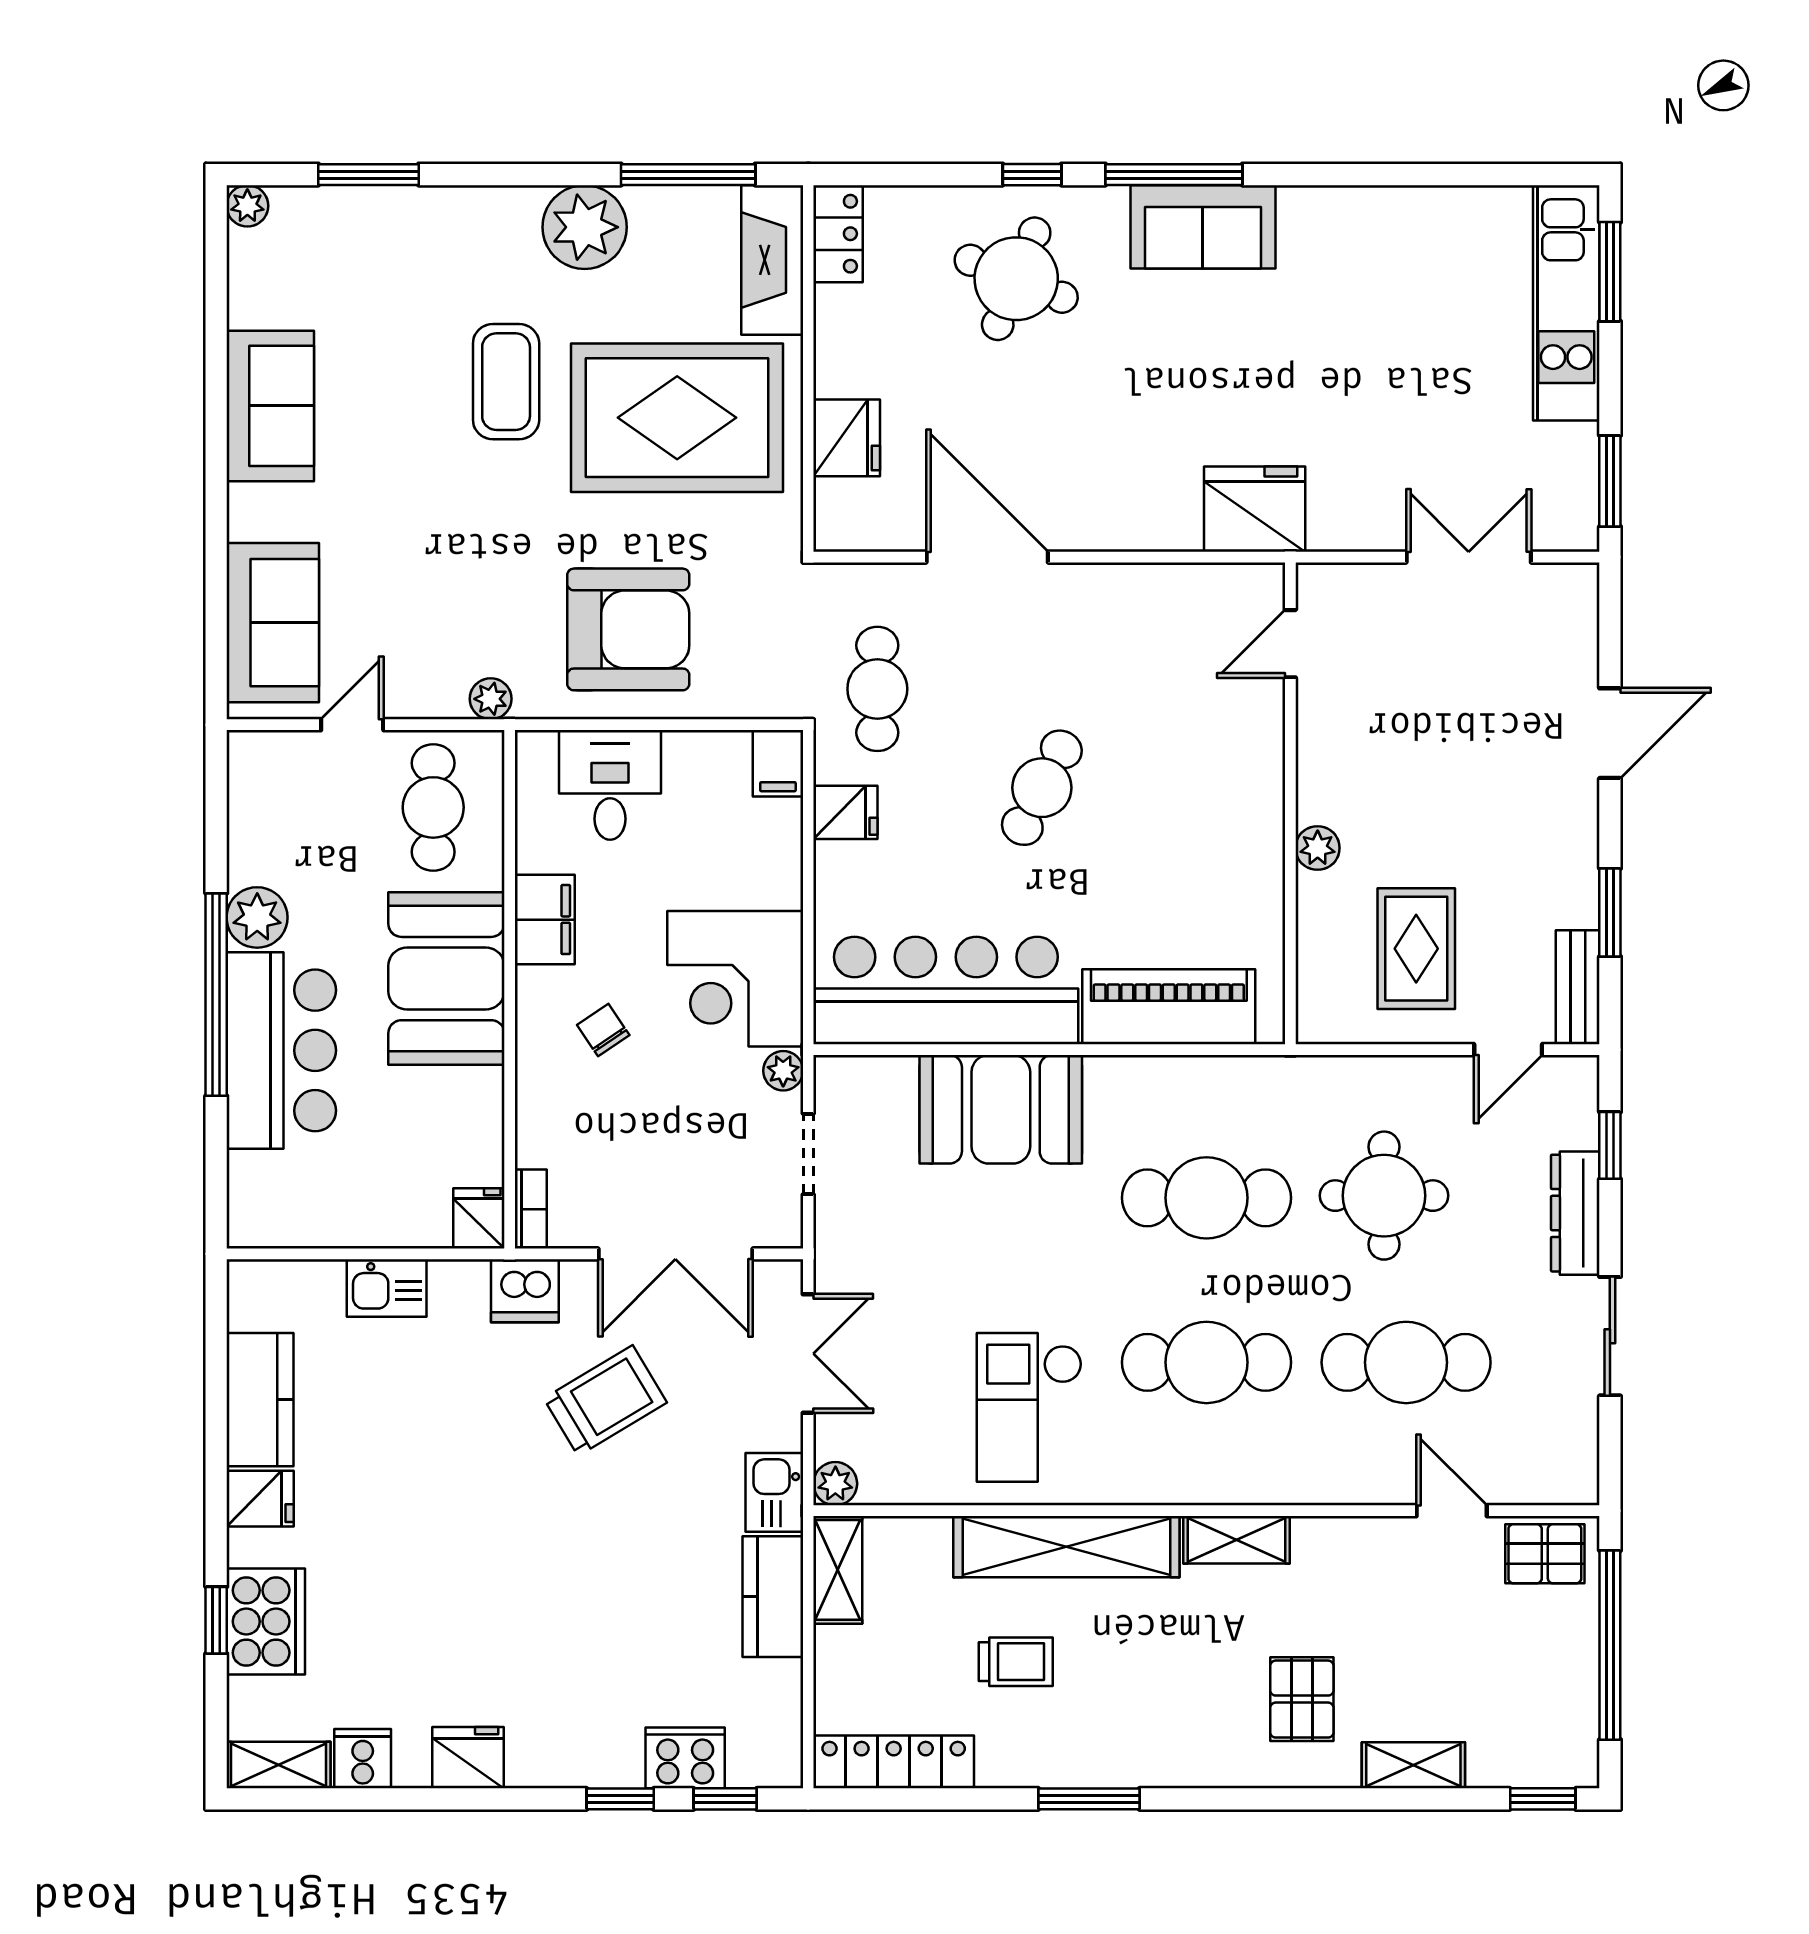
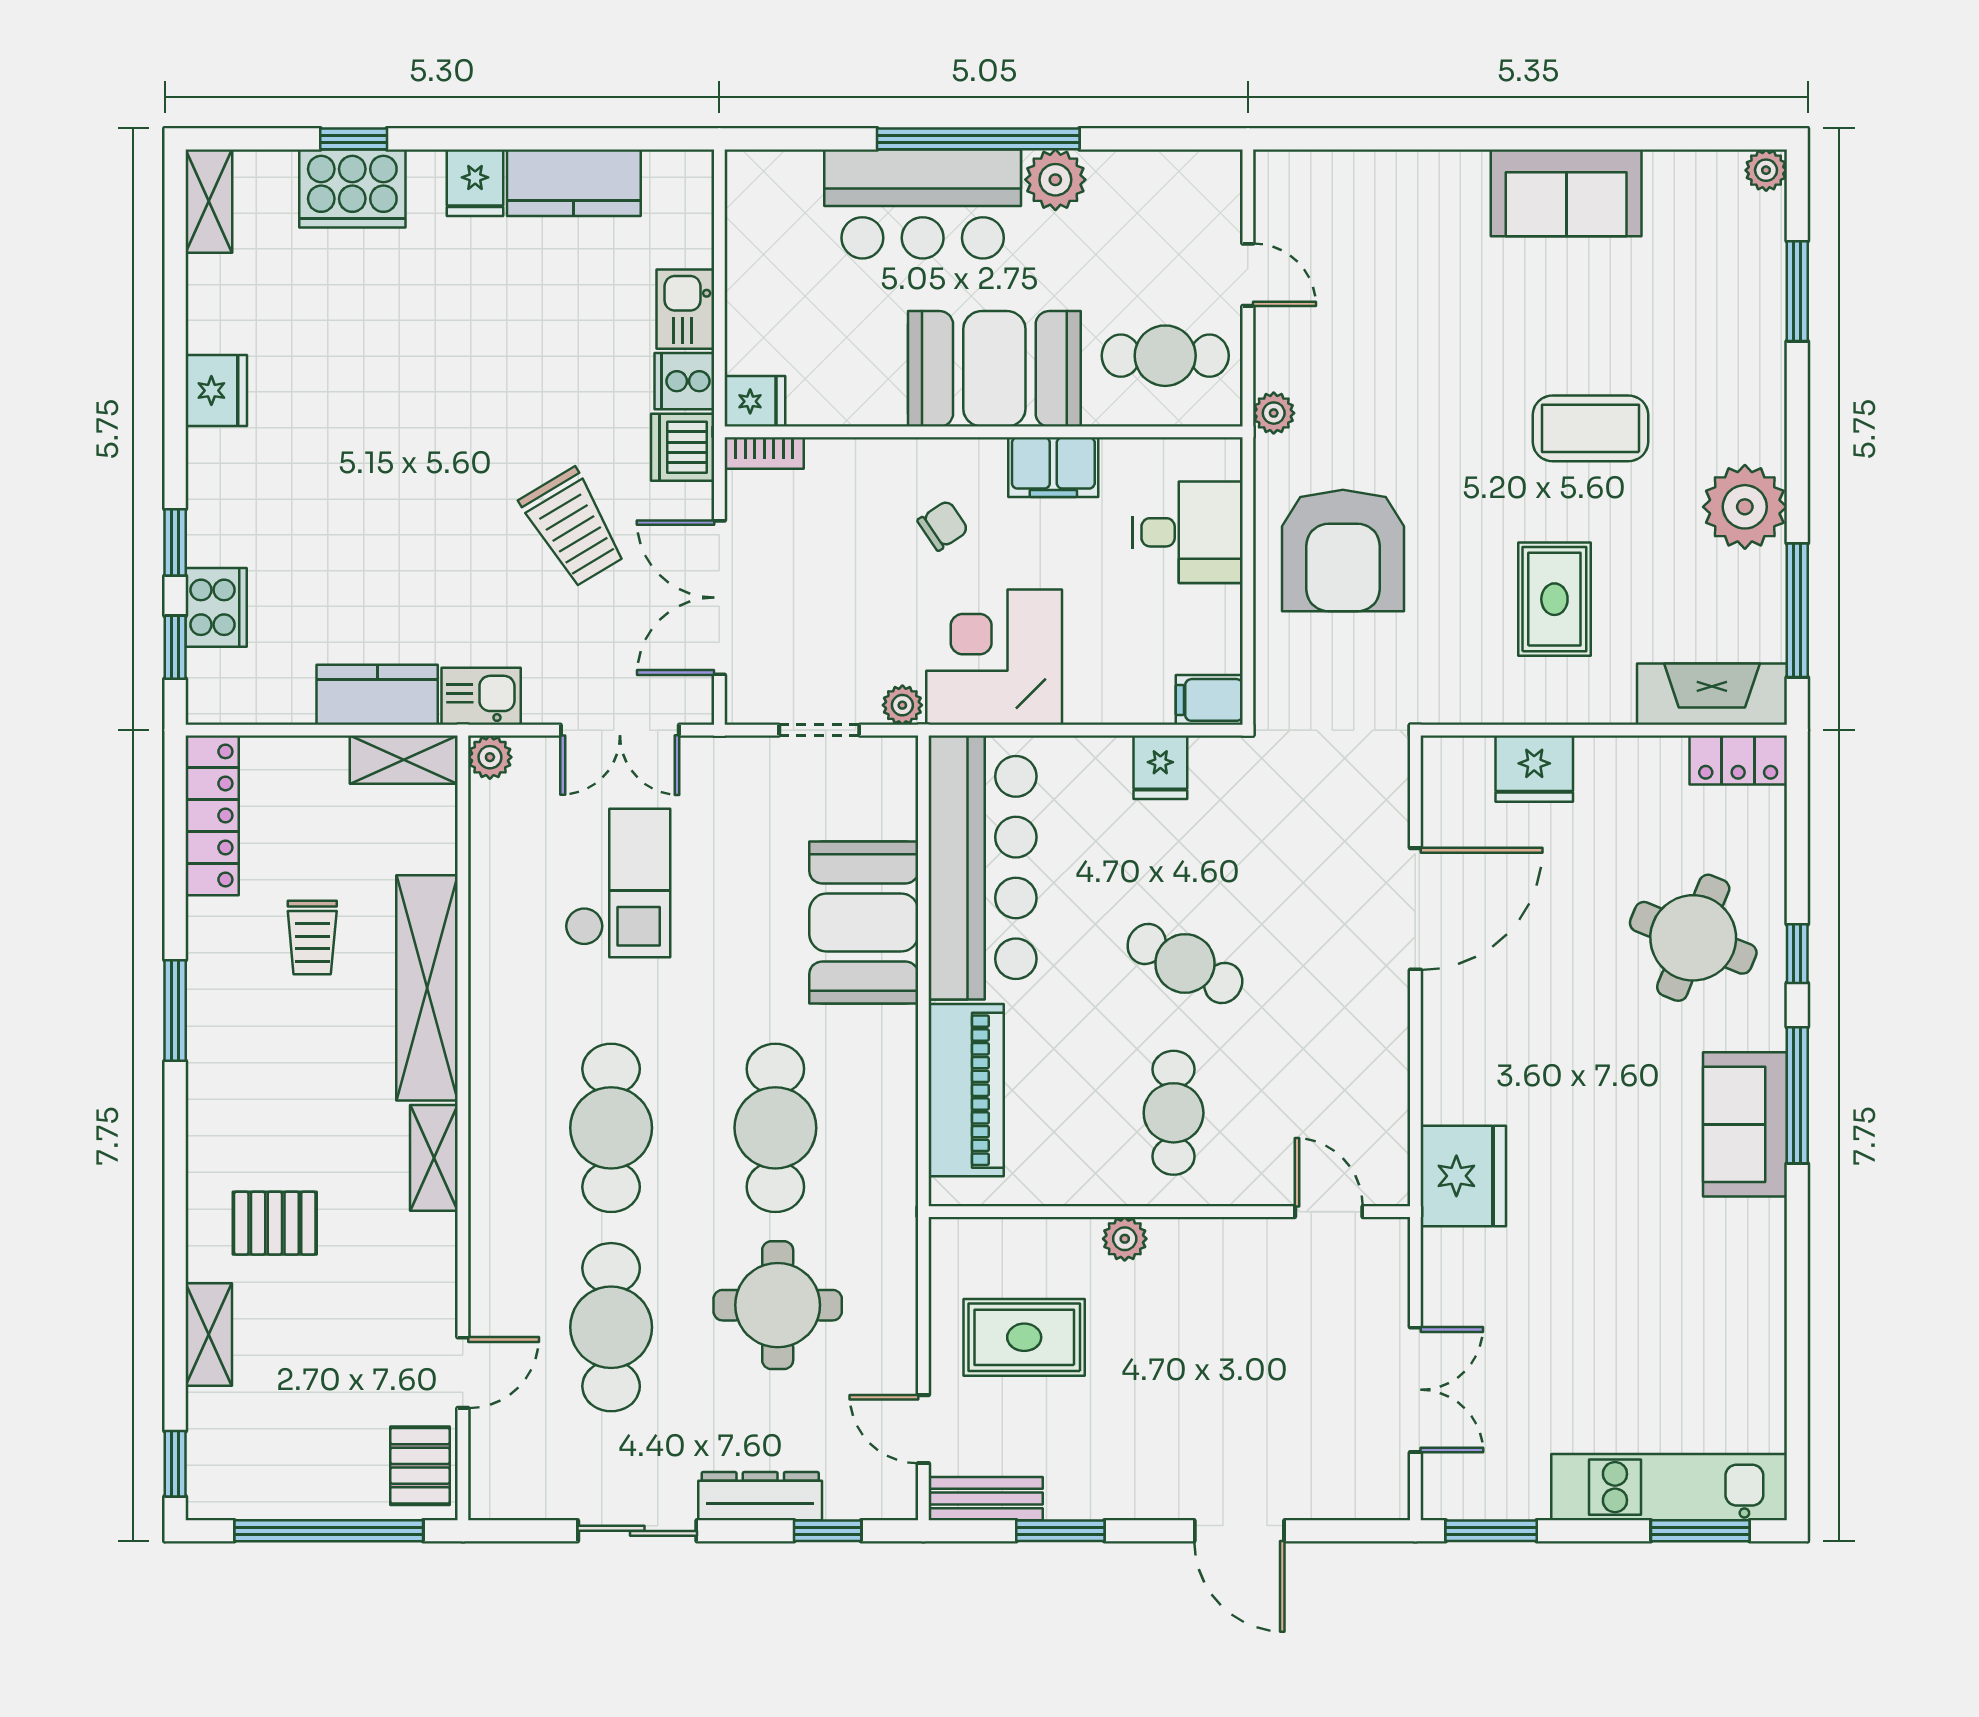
rug: (677, 418) -> (1554, 599), width x0.54, depth x0.49
sofa: (273, 623) -> (1350, 195), removed
cafe table: (877, 689) -> (1174, 1113), moved, turned 90
checkout: (1029, 1407) -> (618, 883), moved, turned 90
cooker: (363, 1759) -> (684, 381), moved, turned 180

